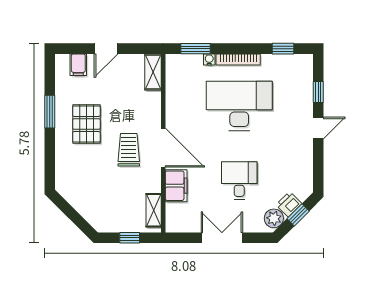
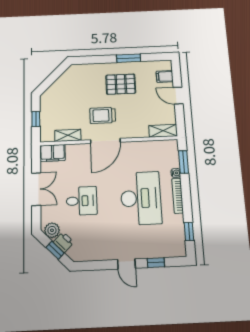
trolley: (129, 150) -> (103, 115), turned 180
filing cabinet: (176, 186) -> (52, 153), moved
shelving: (154, 210) -> (68, 135), moved

